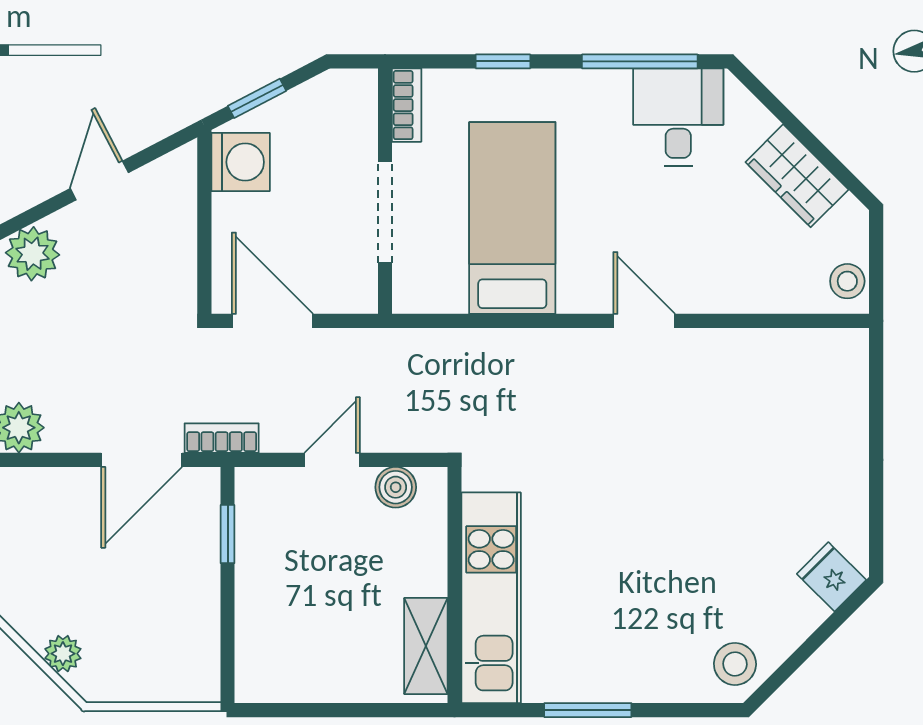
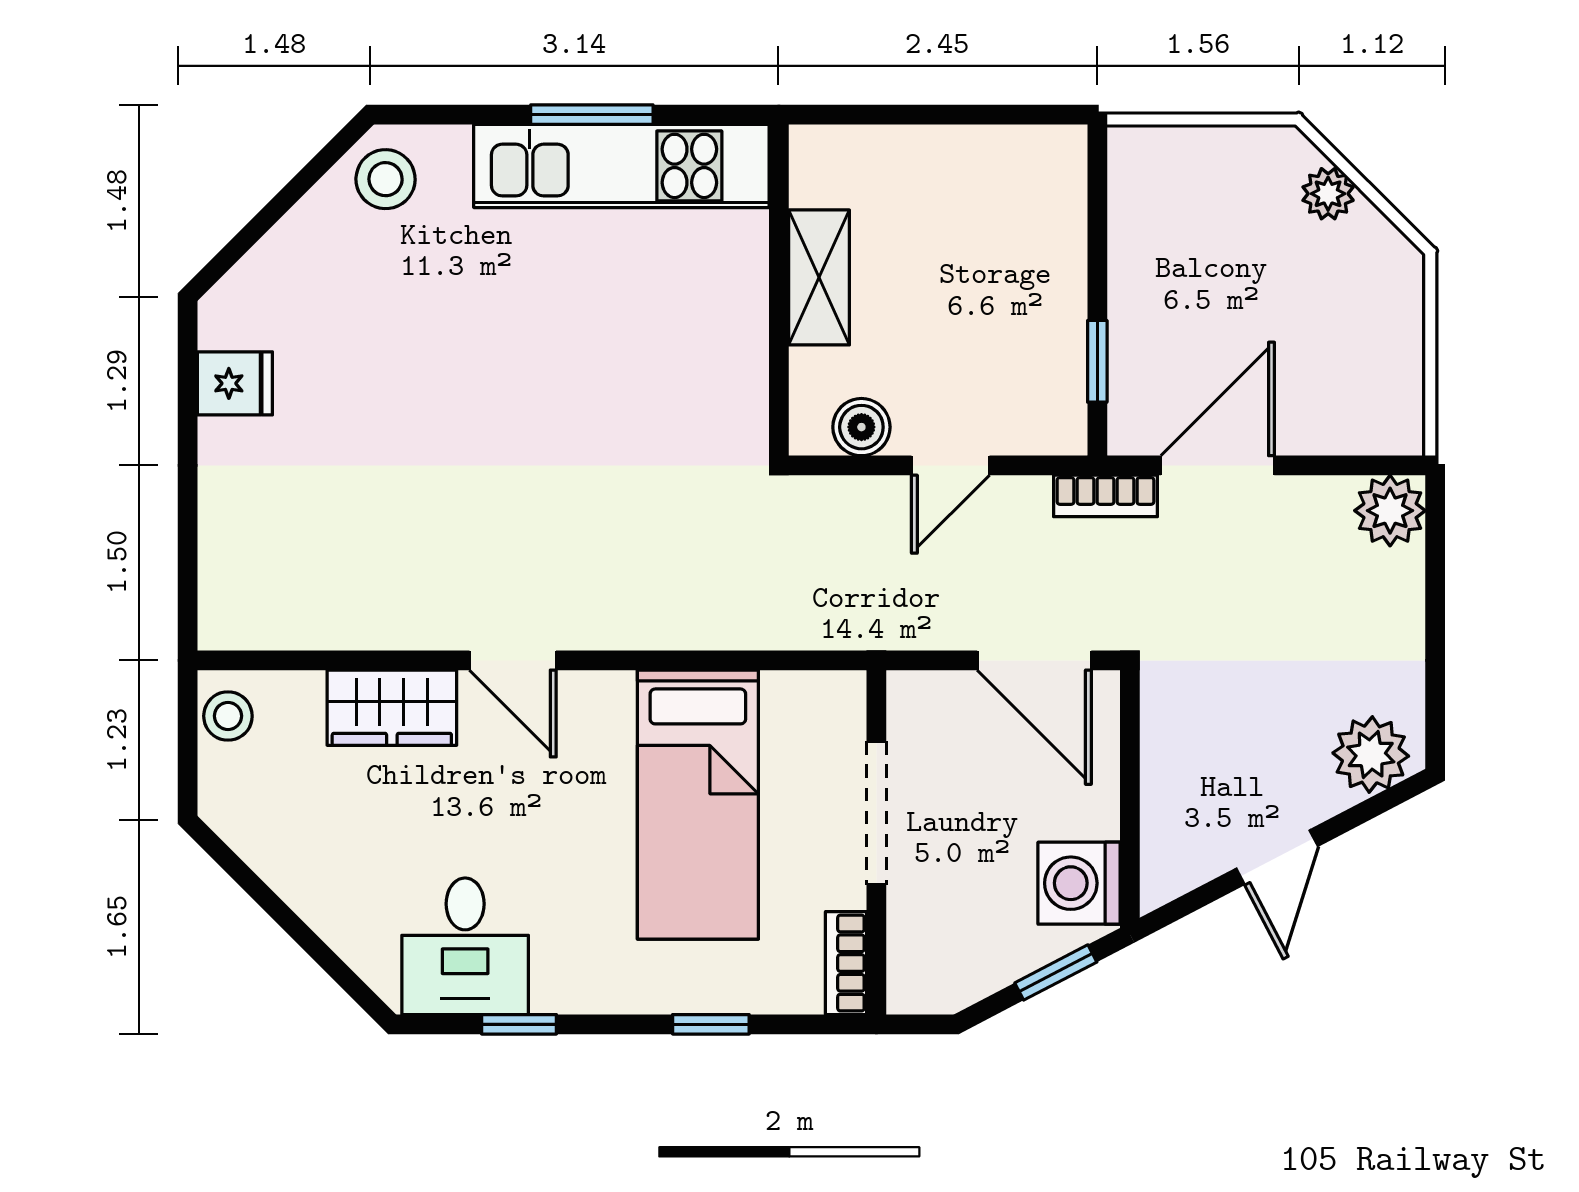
window: (640, 61) -> (519, 1024), width x0.46
wardrobe: (797, 176) -> (392, 708), moved, turned 135
fridge: (831, 577) -> (235, 383), moved, turned -45
kitchen unit: (491, 598) -> (621, 166), moved, turned -90
shelving: (426, 646) -> (819, 277), moved

